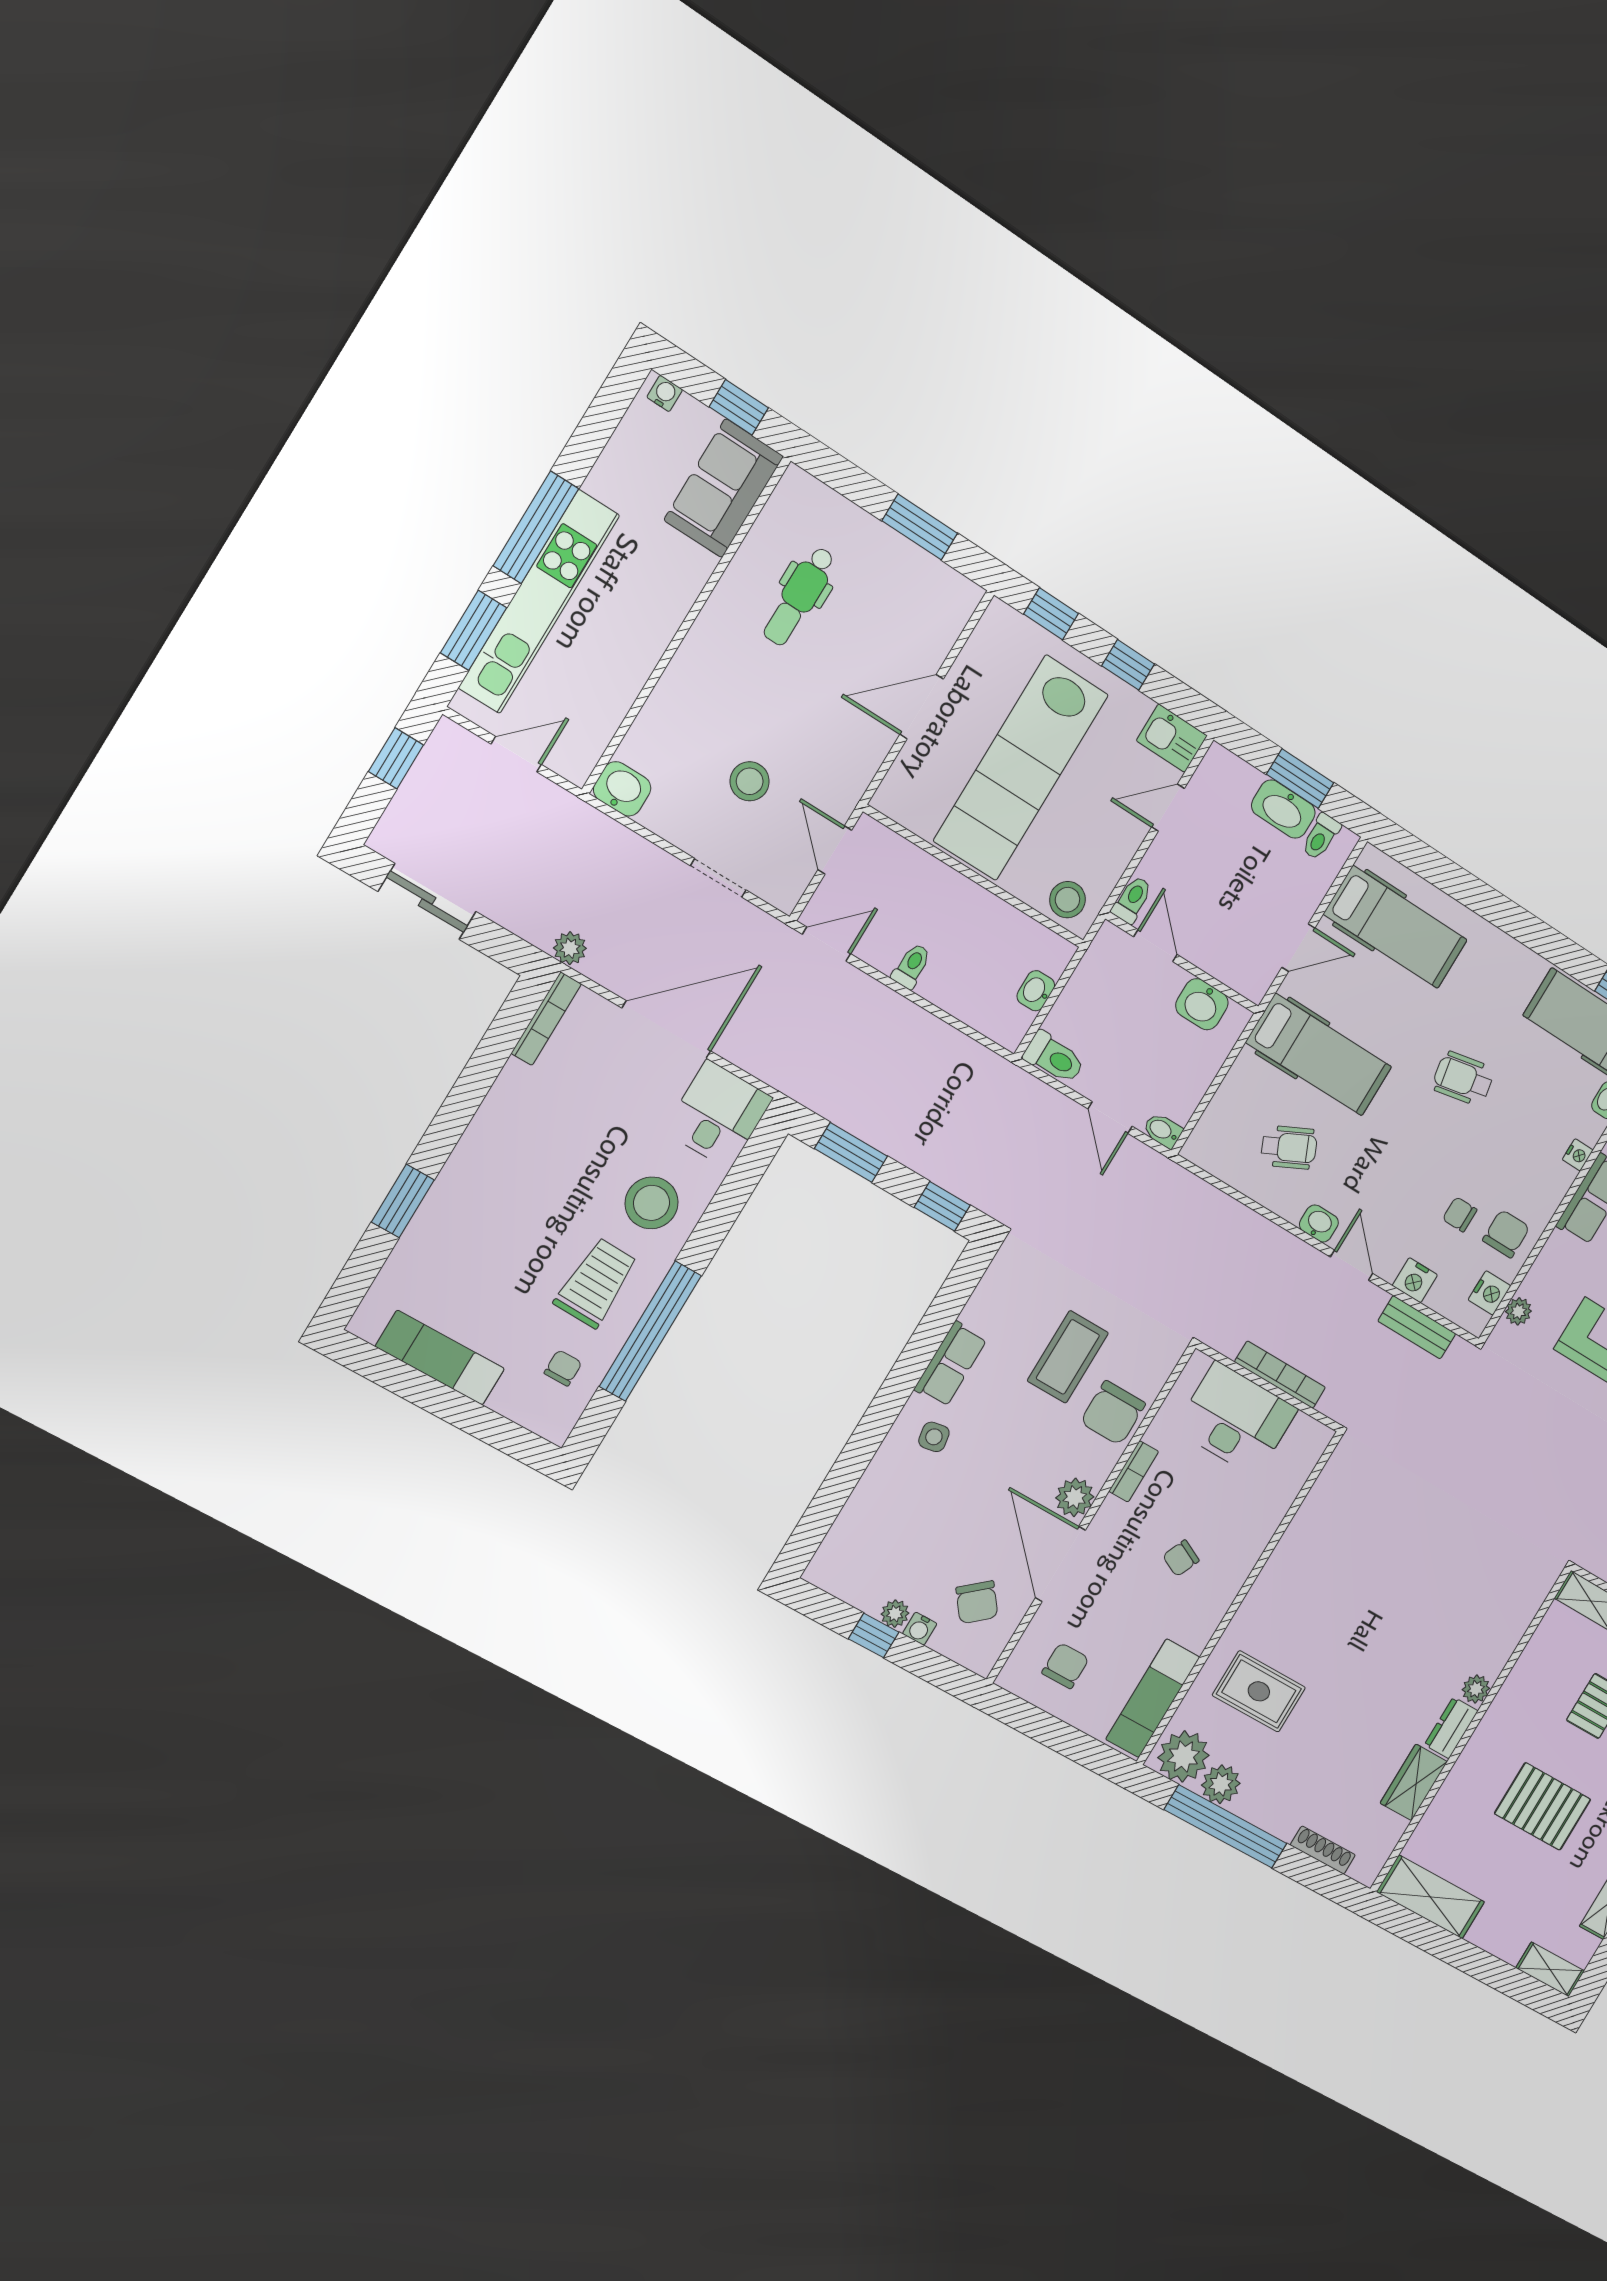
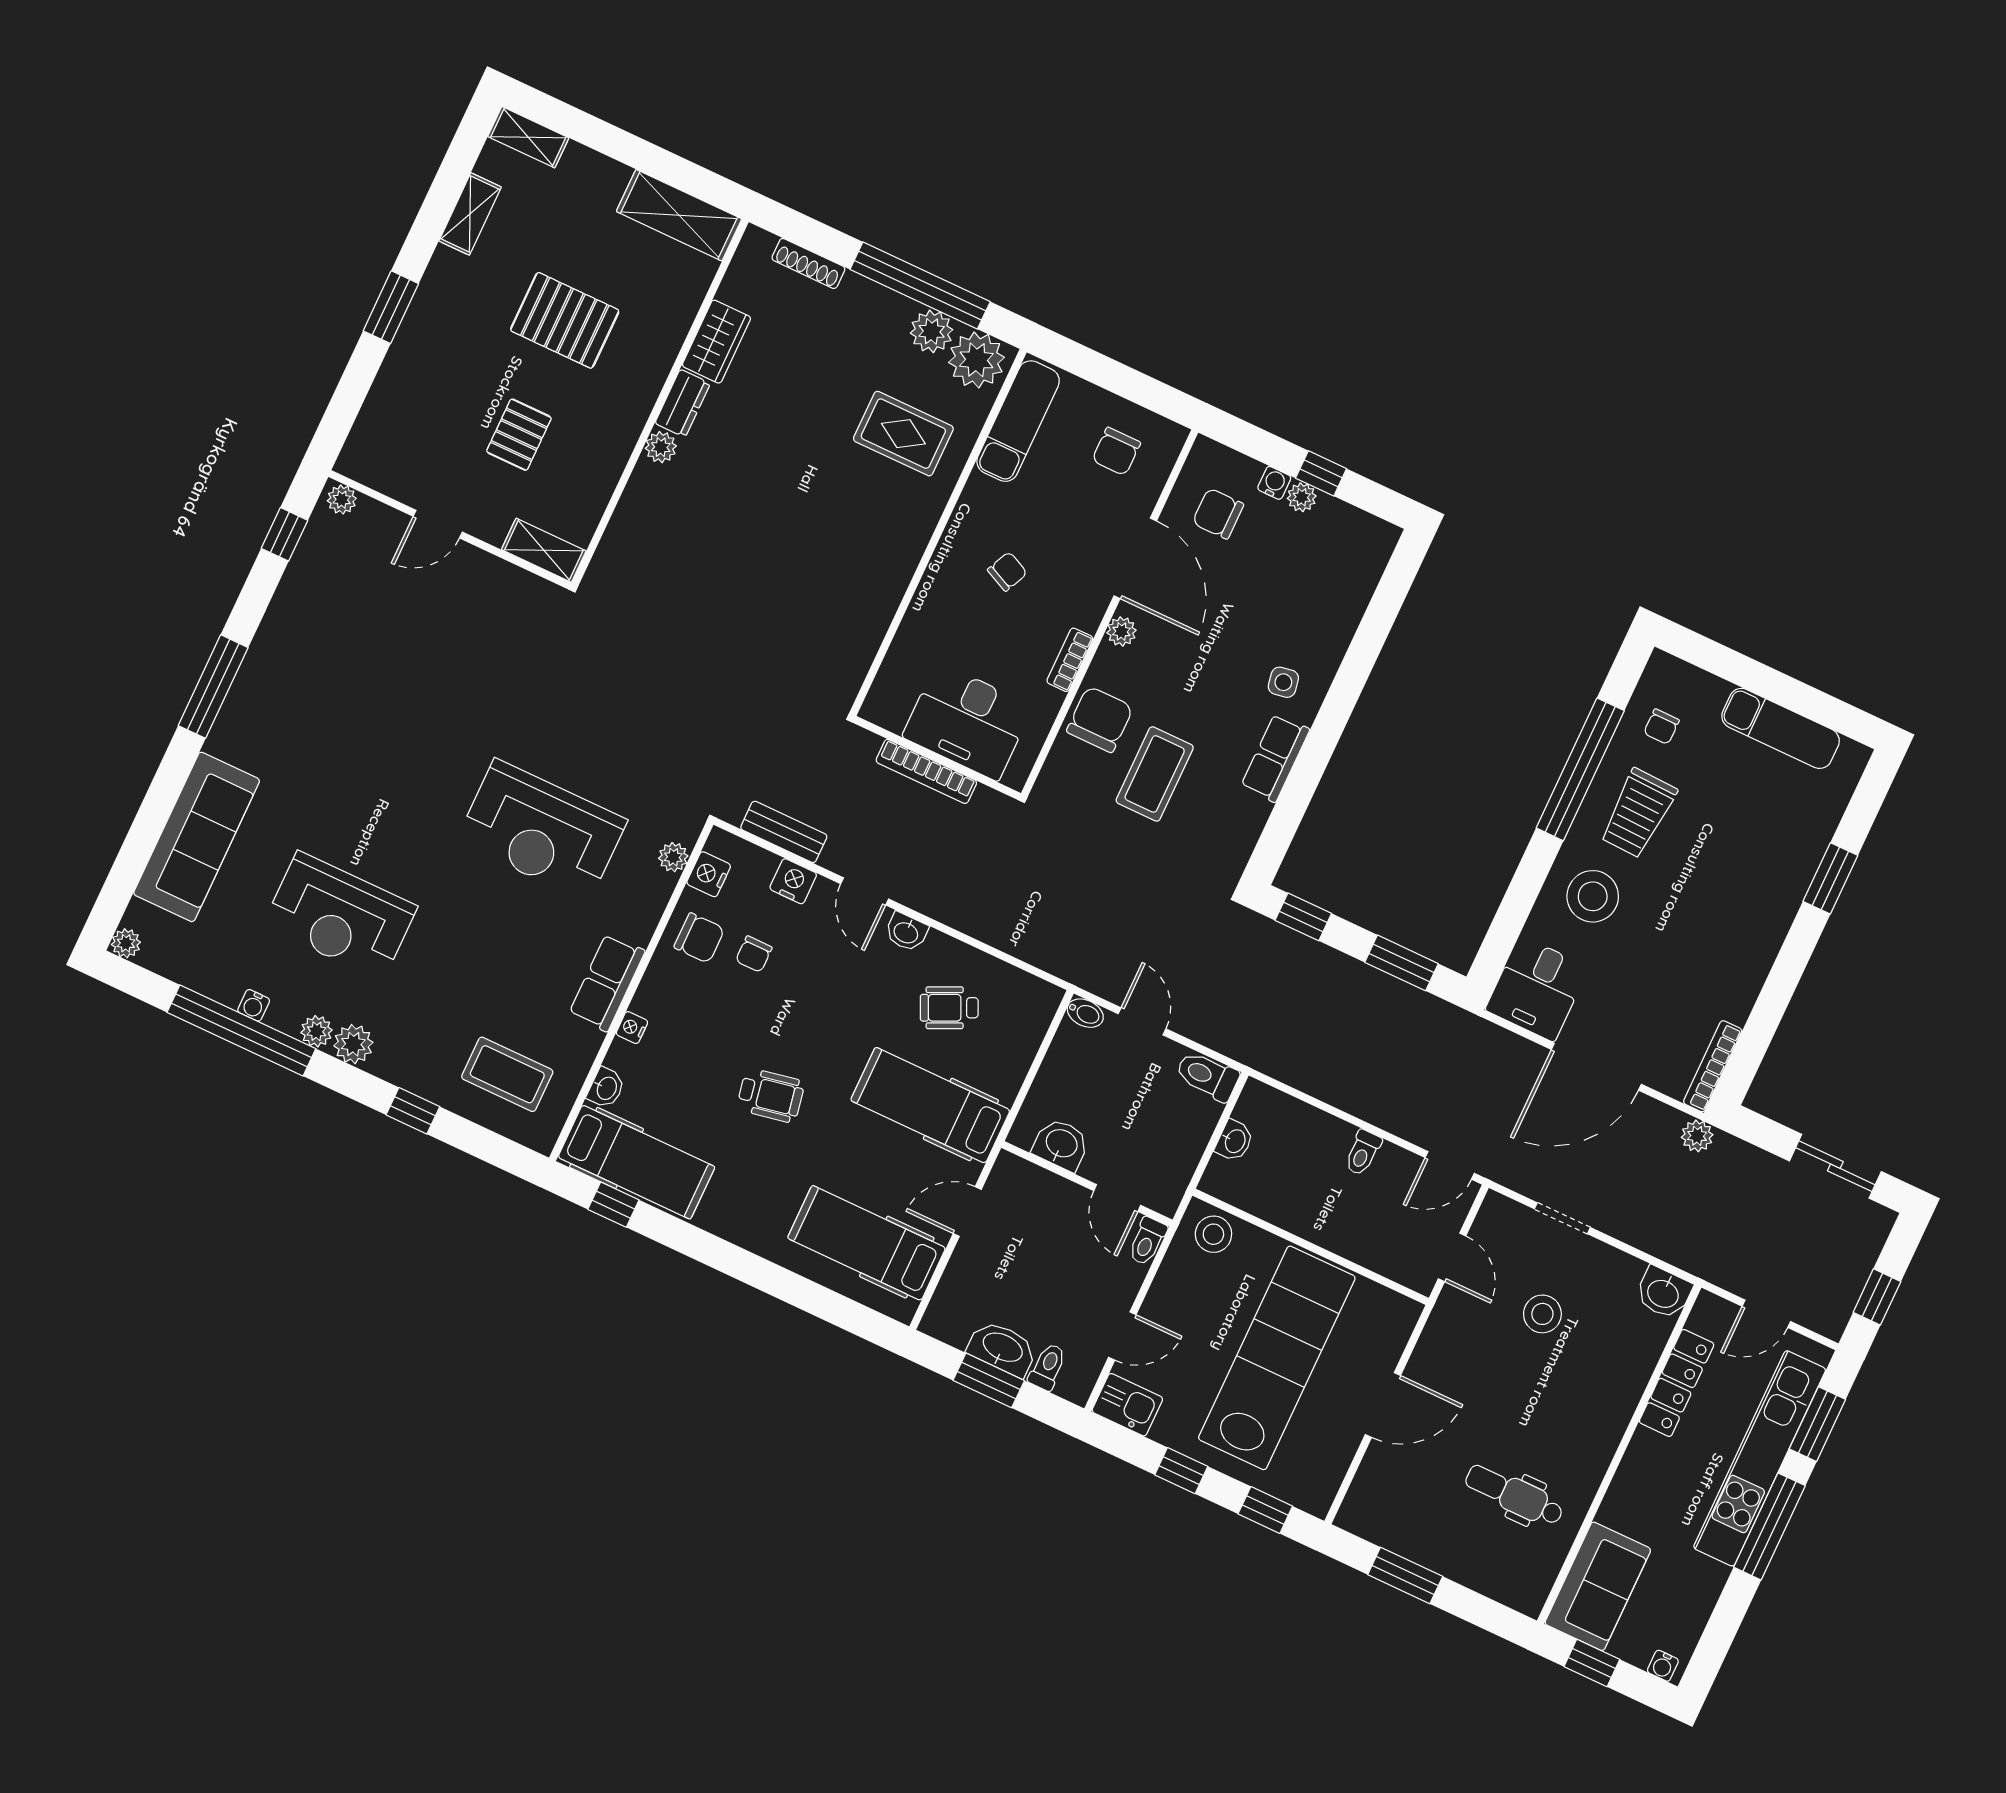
dental chair: (799, 596) -> (1514, 1495), turned -90
locker: (619, 693) -> (1677, 1383), added
toilet: (1321, 837) -> (1048, 1367), moved
chair: (1460, 1214) -> (754, 954), turned 90
chair: (1506, 1234) -> (699, 938), turned -90
plant: (1075, 1497) -> (1121, 631), width x0.73, depth x0.73
chair: (977, 1602) -> (1218, 514), turned -51

